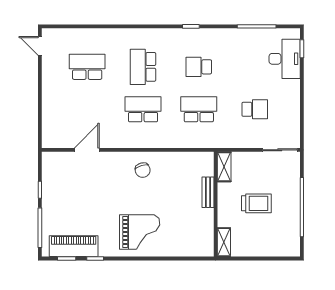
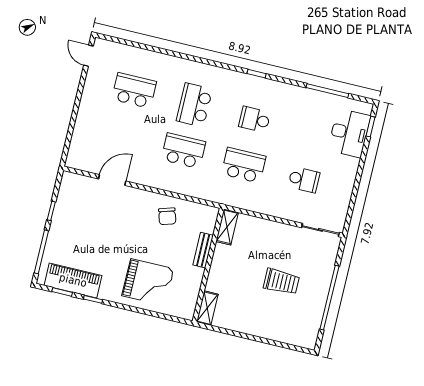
shelving: (224, 167) -> (227, 227), moved
bench: (208, 192) -> (203, 250), moved
wall: (216, 204) -> (208, 265), moved
shelving: (224, 242) -> (207, 308), moved

